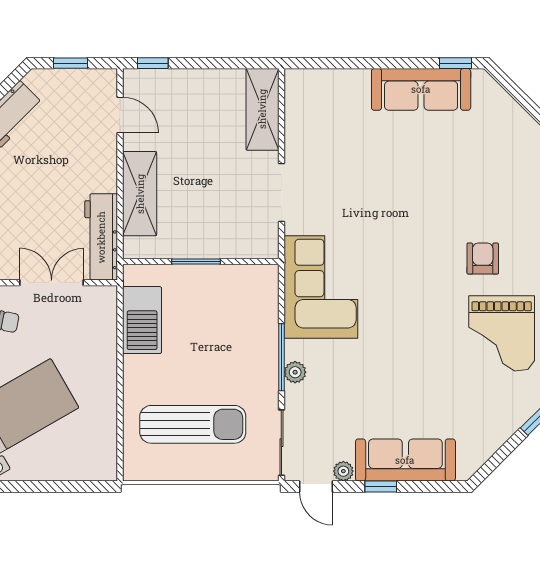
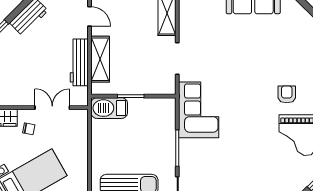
workbench: (101, 237) -> (79, 62), moved
barbecue: (142, 320) -> (109, 108), moved, turned 90
plant: (295, 372) -> (185, 156), removed

